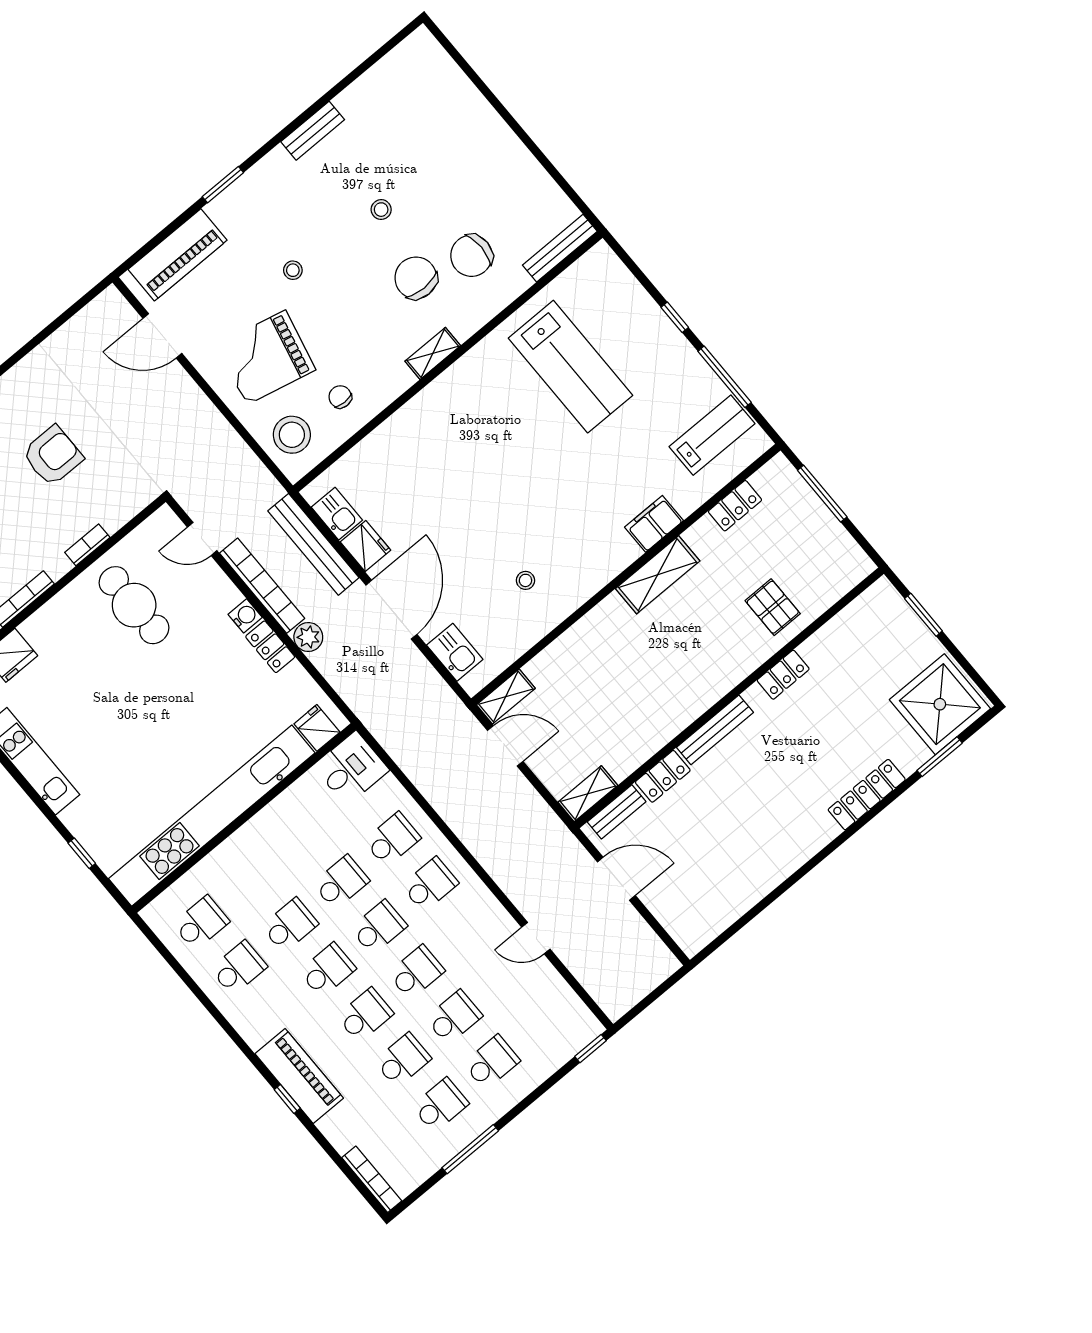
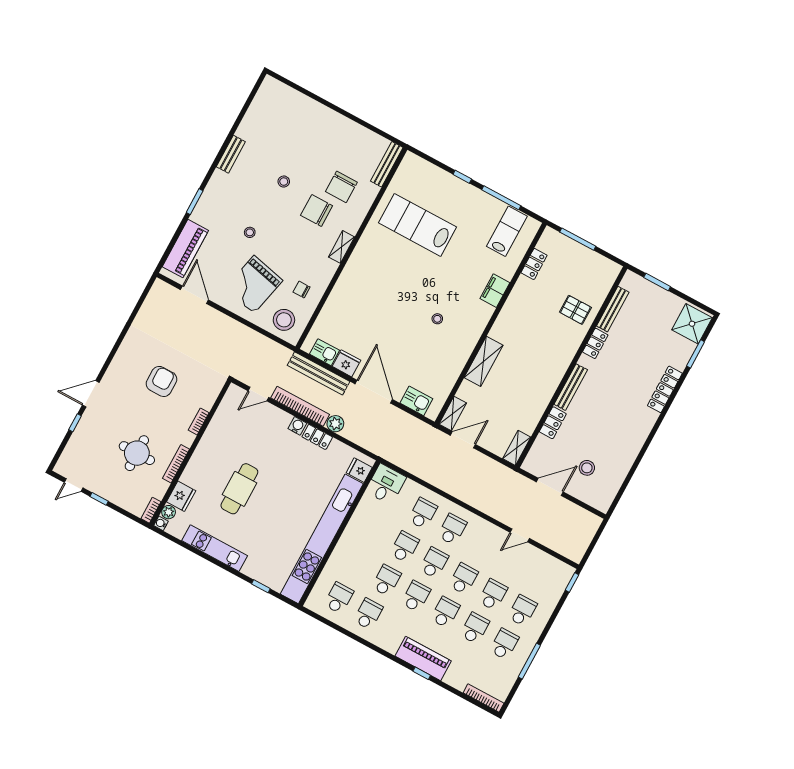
door: (162, 336) -> (194, 295), swing flipped
lab bench: (571, 367) -> (417, 225), turned 180
shelving: (658, 575) -> (483, 361), moved
stool: (525, 580) -> (437, 319), moved
cafe table: (134, 605) -> (239, 489), moved, turned 90
shower: (940, 704) -> (692, 324), width x0.73, depth x0.73
bench: (617, 812) -> (613, 309), moved, width x1.36
stool: (689, 872) -> (587, 468), added

